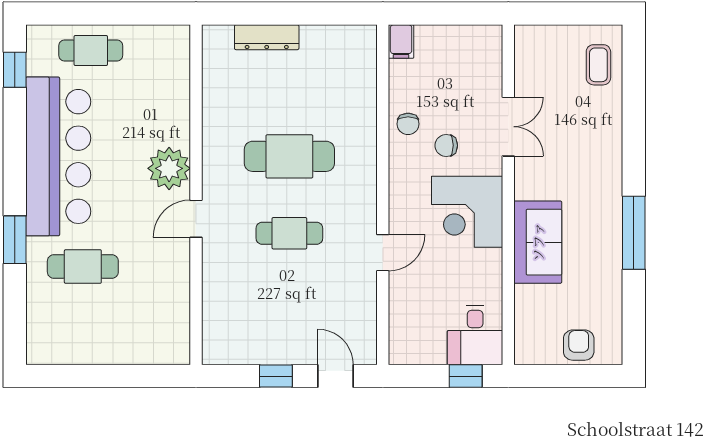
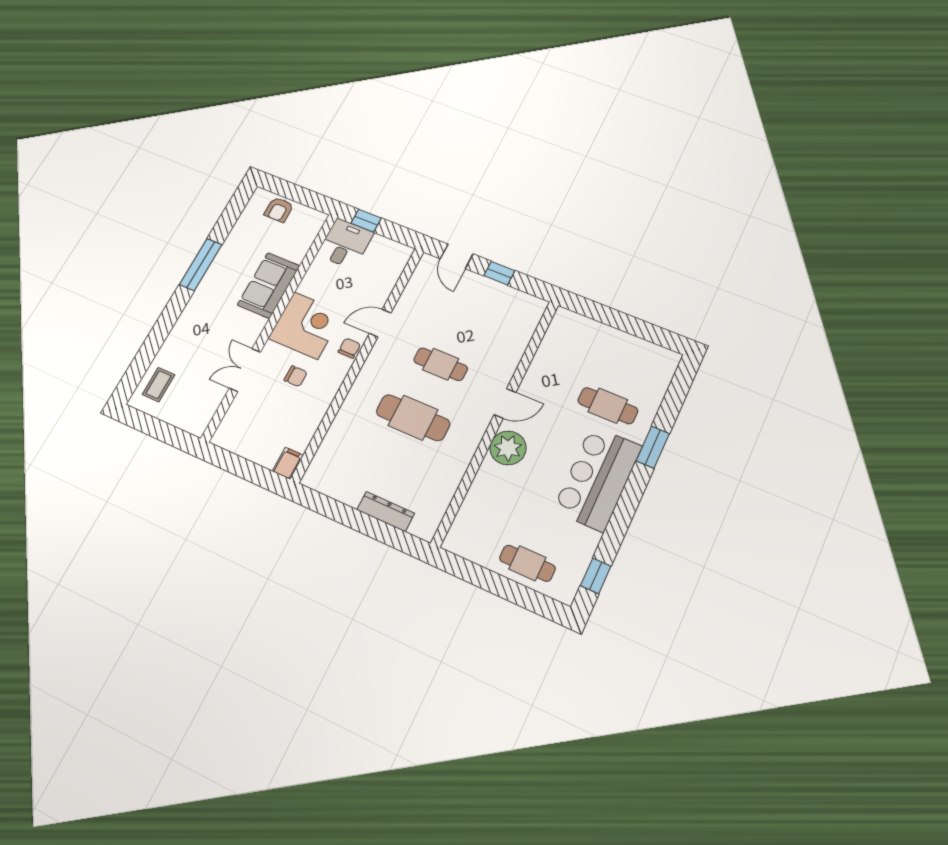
chair: (408, 124) -> (349, 348), moved
bar counter: (58, 156) -> (598, 478), width x0.73

